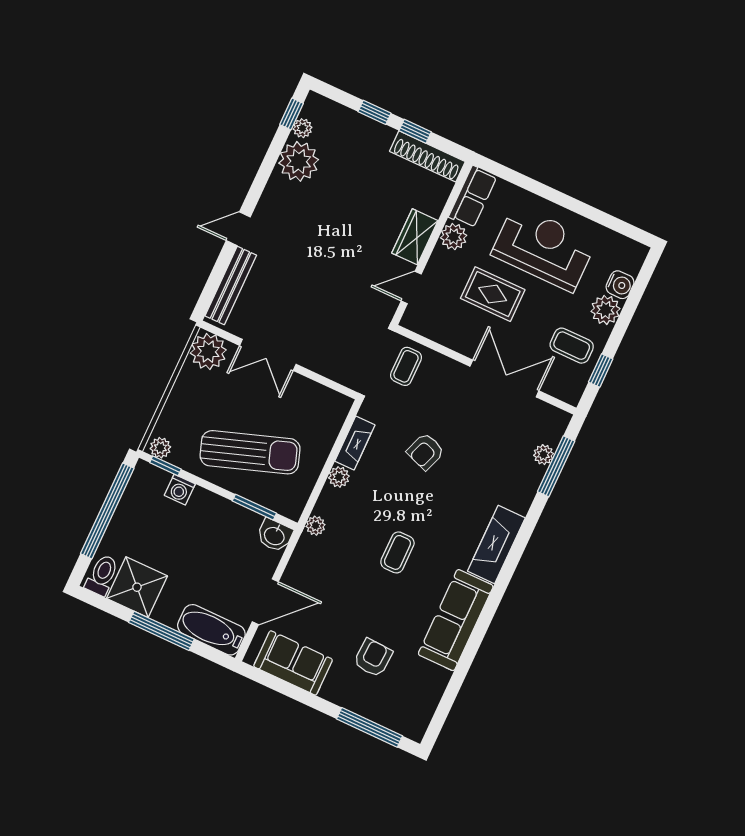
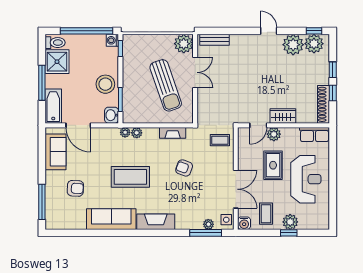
plant: (302, 128) -> (314, 44), width x1.88, depth x1.88
door: (238, 229) -> (269, 31), moved
plant: (454, 237) -> (274, 134), moved
bench: (231, 285) -> (214, 40), width x0.73
water cooler: (620, 285) -> (244, 223), moved
door: (411, 287) -> (258, 125), swing flipped
double door: (268, 355) -> (195, 72), swing flipped
window: (601, 371) -> (289, 233), moved
side table: (550, 420) -> (226, 220), added
plant: (160, 448) -> (128, 42), removed
sun lounger: (250, 452) -> (166, 85), moved
plant: (339, 477) -> (137, 133), moved
washing machine: (180, 490) -> (112, 40), moved
stool: (215, 521) -> (105, 84), added
coffee table: (397, 552) -> (130, 177), width x1.86, depth x1.72

